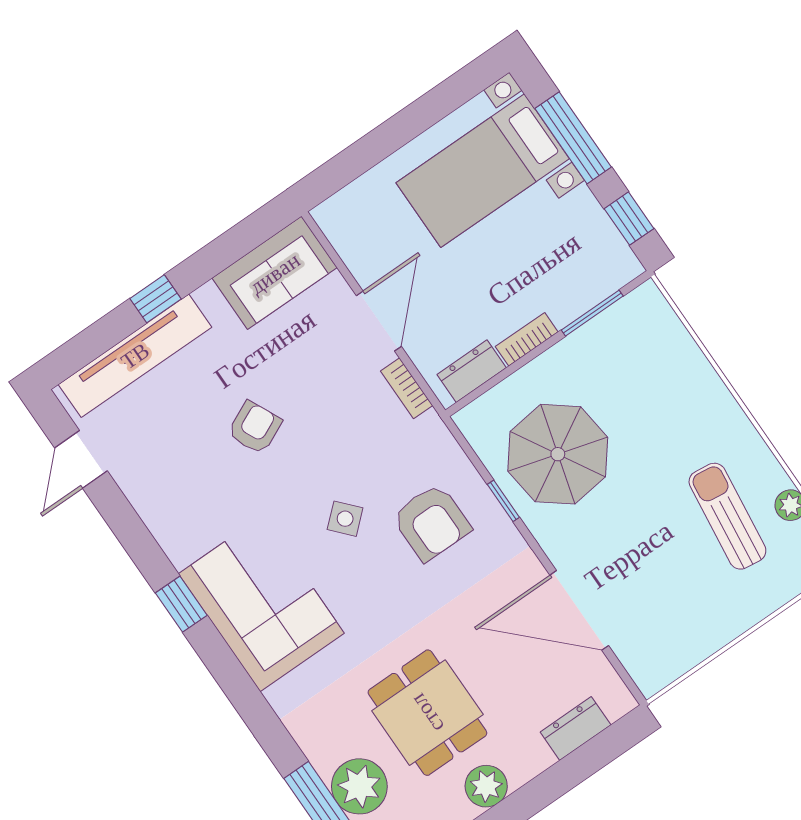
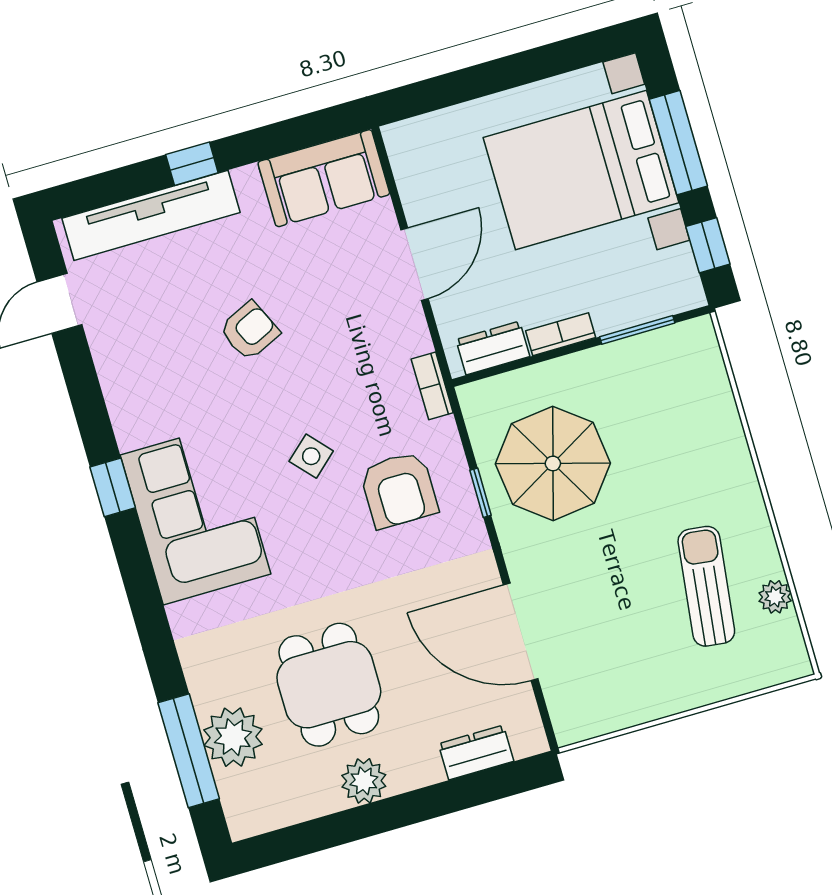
bed with nightstands: (483, 171) -> (581, 170), width x1.36
bookcase: (407, 388) -> (432, 386), moved

